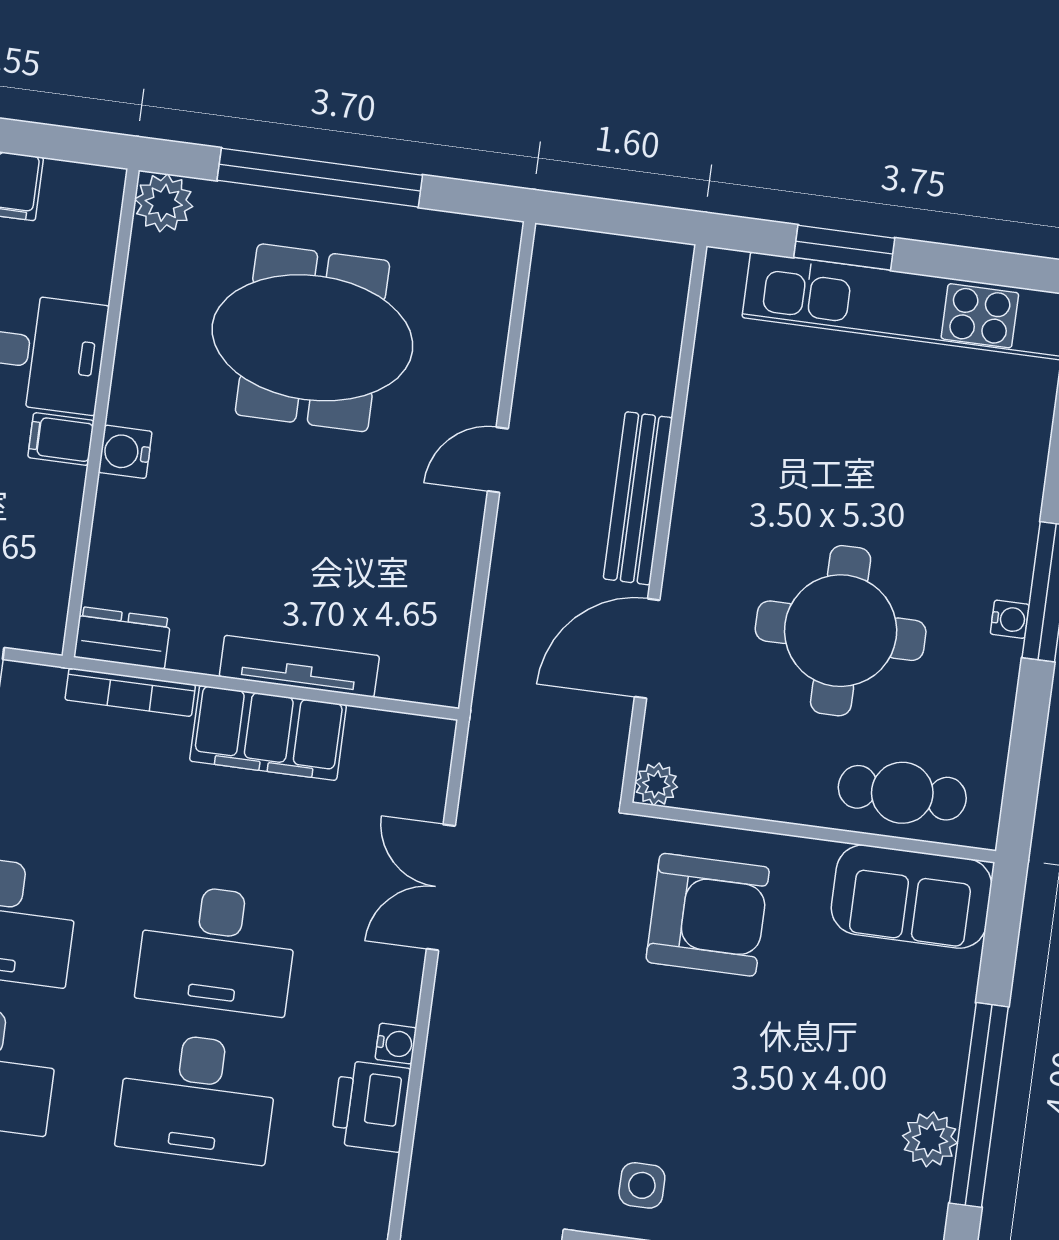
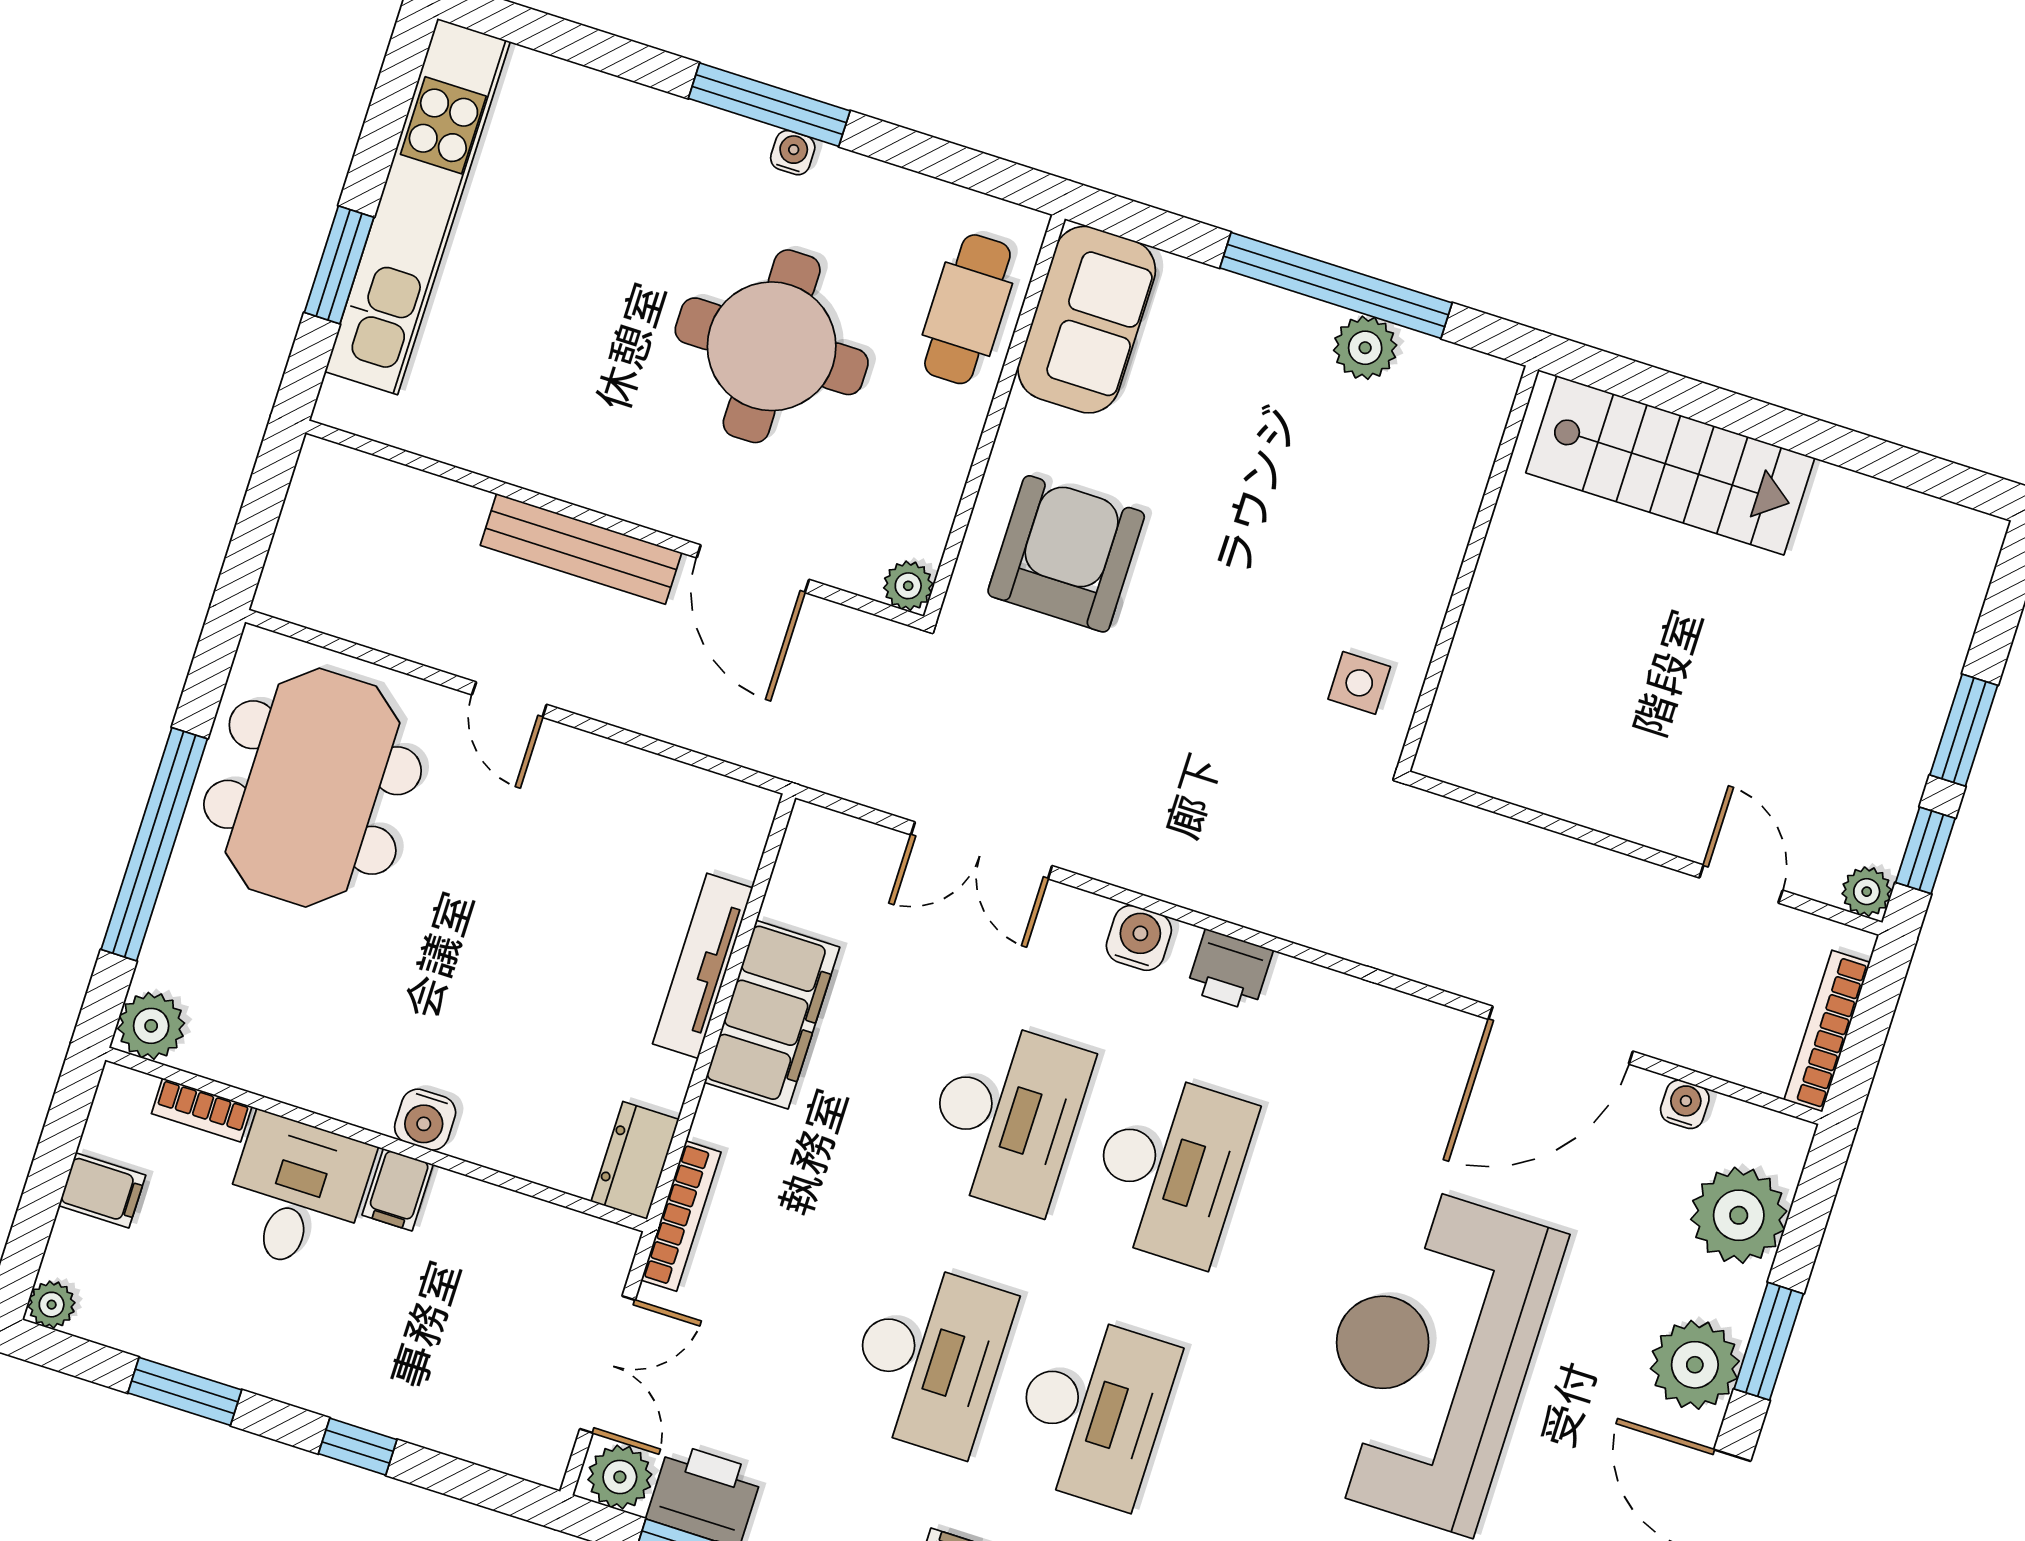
bookcase: (99, 259) -> (202, 1110), added
meeting table: (312, 338) -> (313, 788), moved
bookcase: (130, 692) -> (681, 1216), moved
water cooler: (396, 1044) -> (1139, 938), width x1.38, depth x1.38
printer: (371, 1106) -> (1230, 970), width x0.73, depth x0.81

